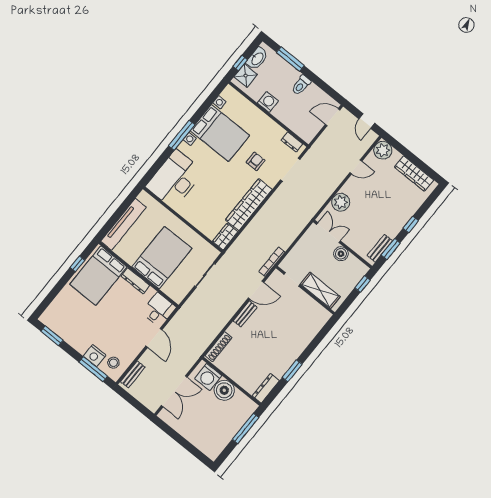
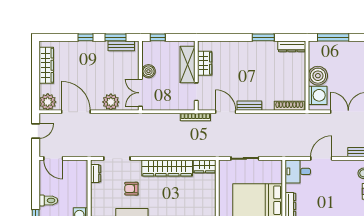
door: (356, 167) -> (76, 112), width x1.88
wardrobe: (310, 305) -> (205, 63), added

